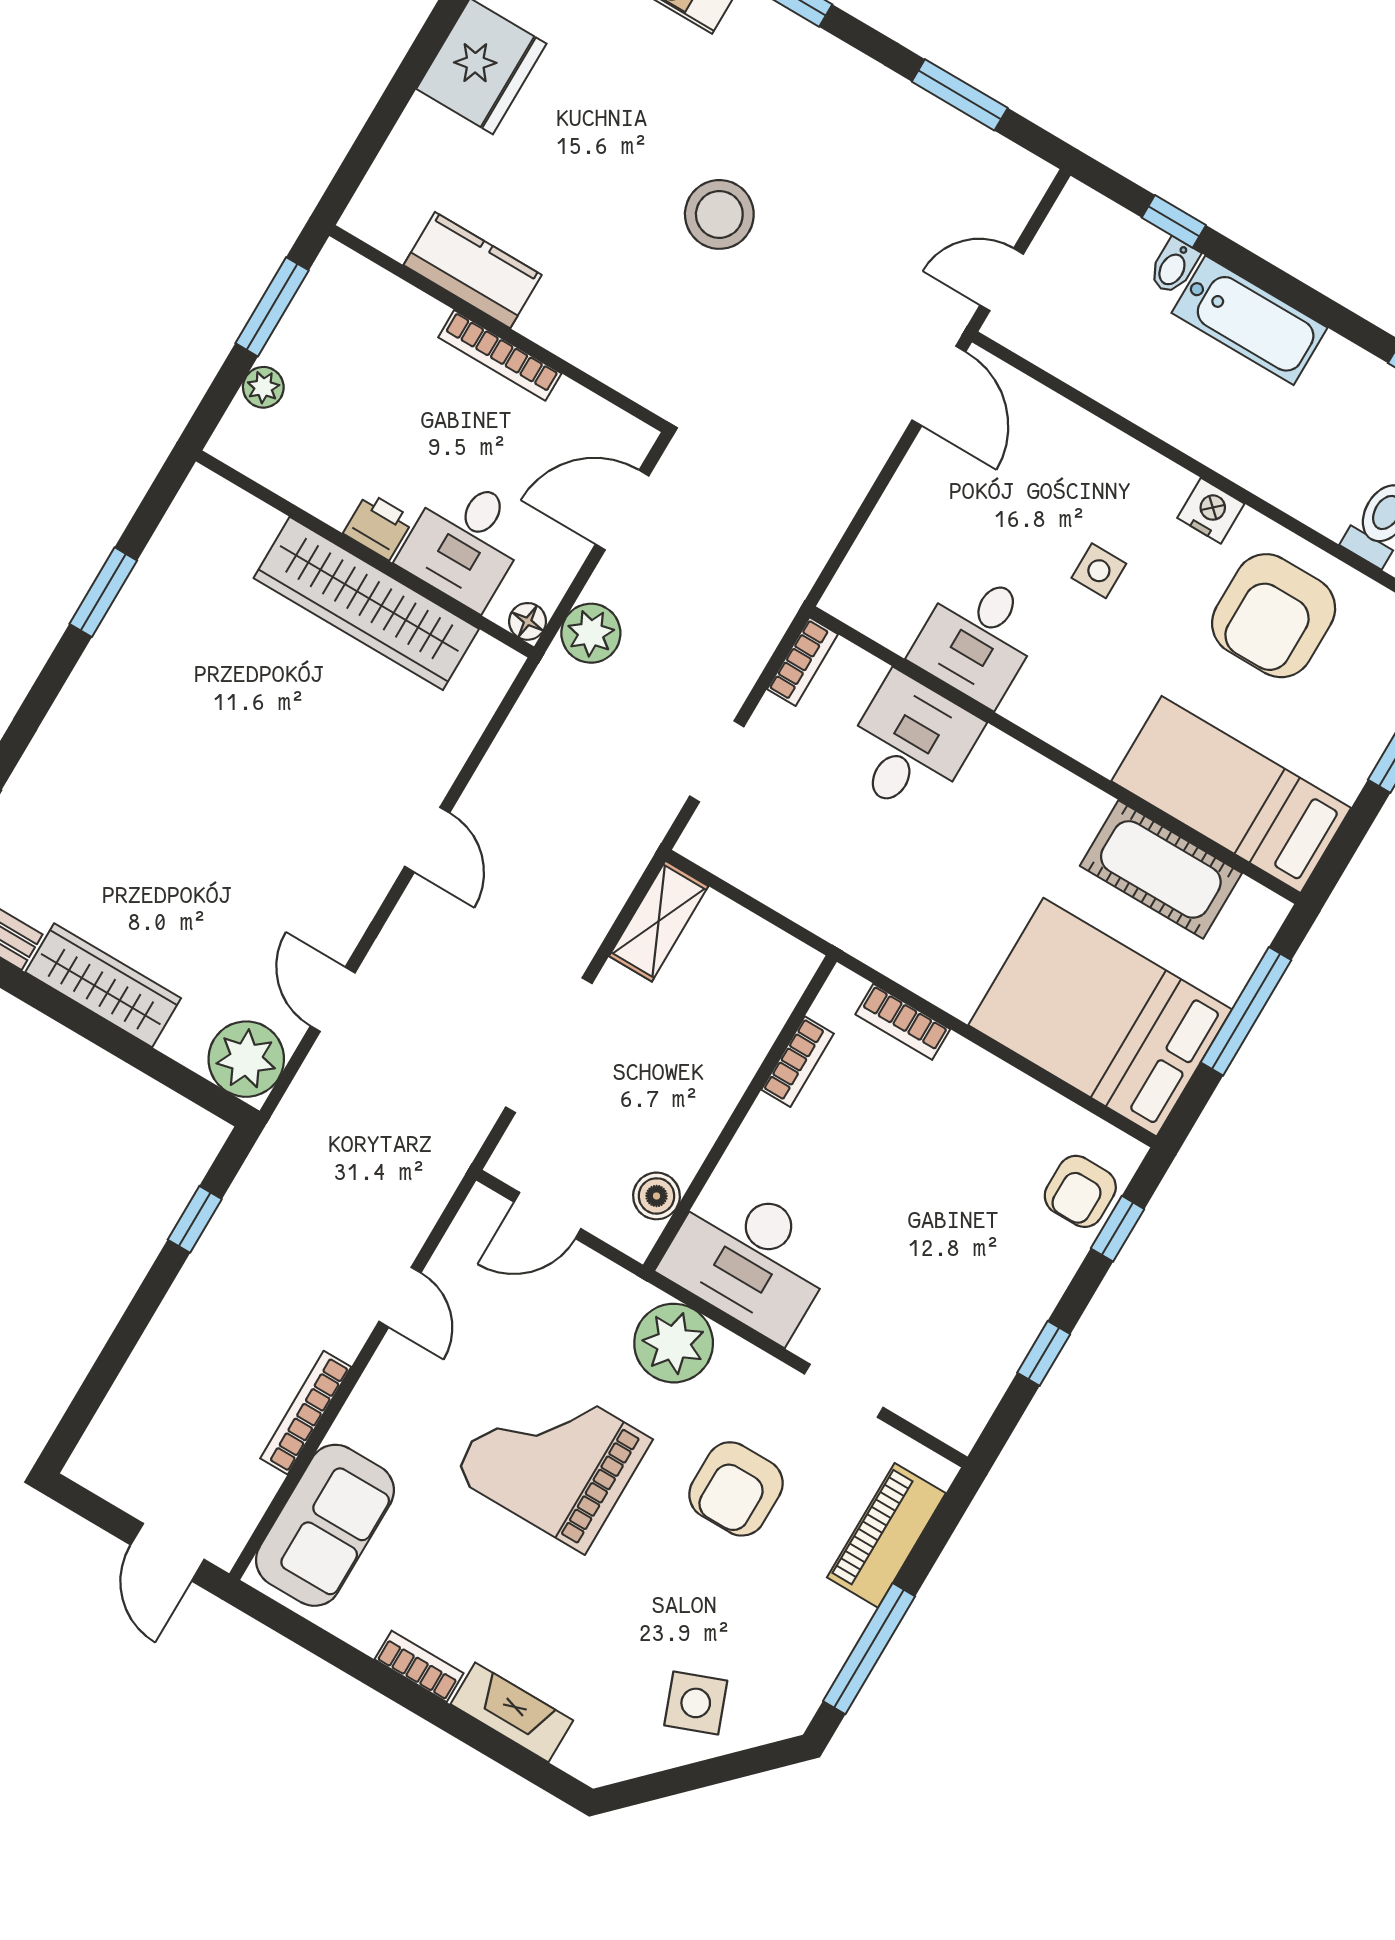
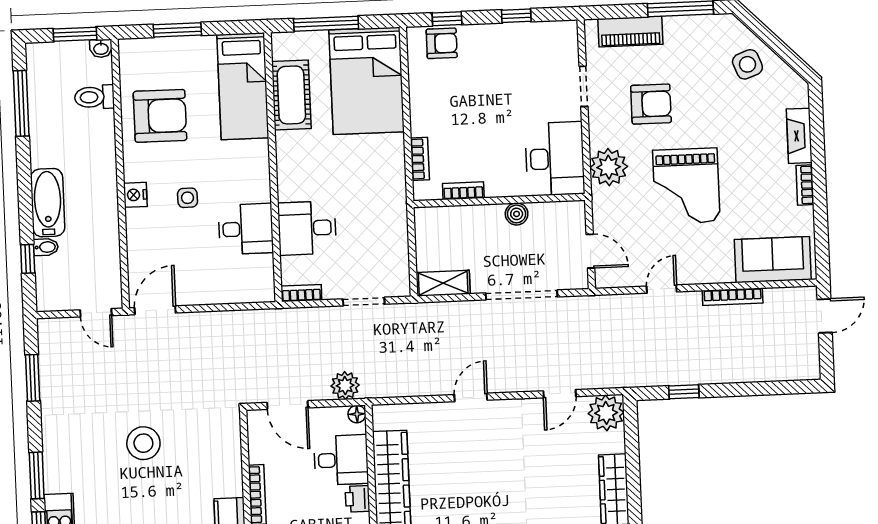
nightstand: (1211, 511) -> (135, 195), moved
boiler: (656, 1196) -> (517, 214), moved

